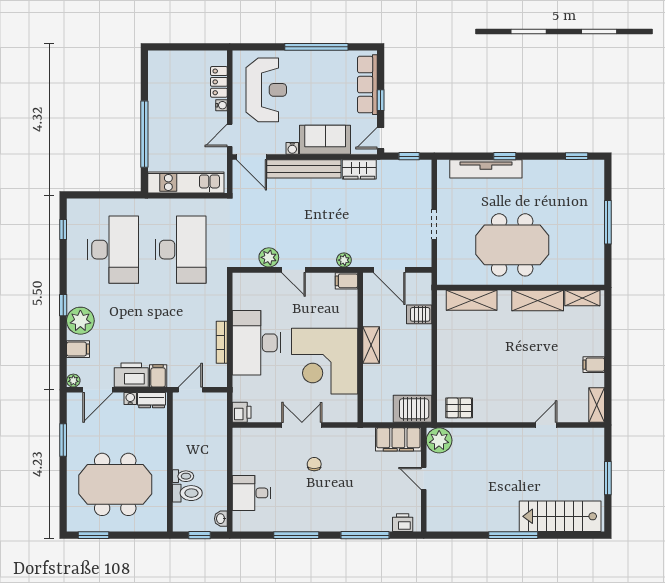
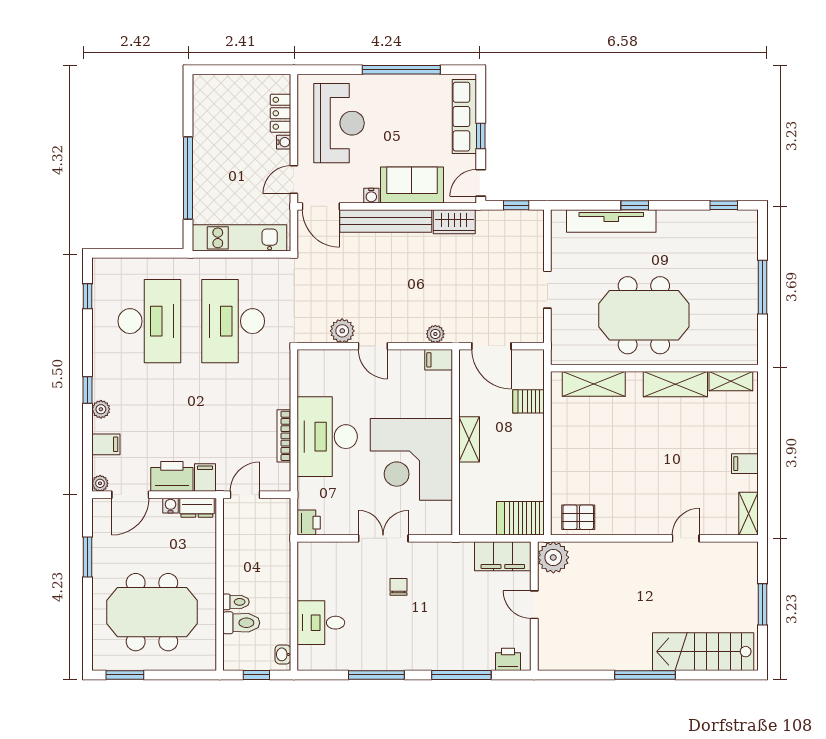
desk: (181, 250) -> (233, 321), turned 180
plant: (80, 321) -> (101, 409), width x0.53, depth x0.53

